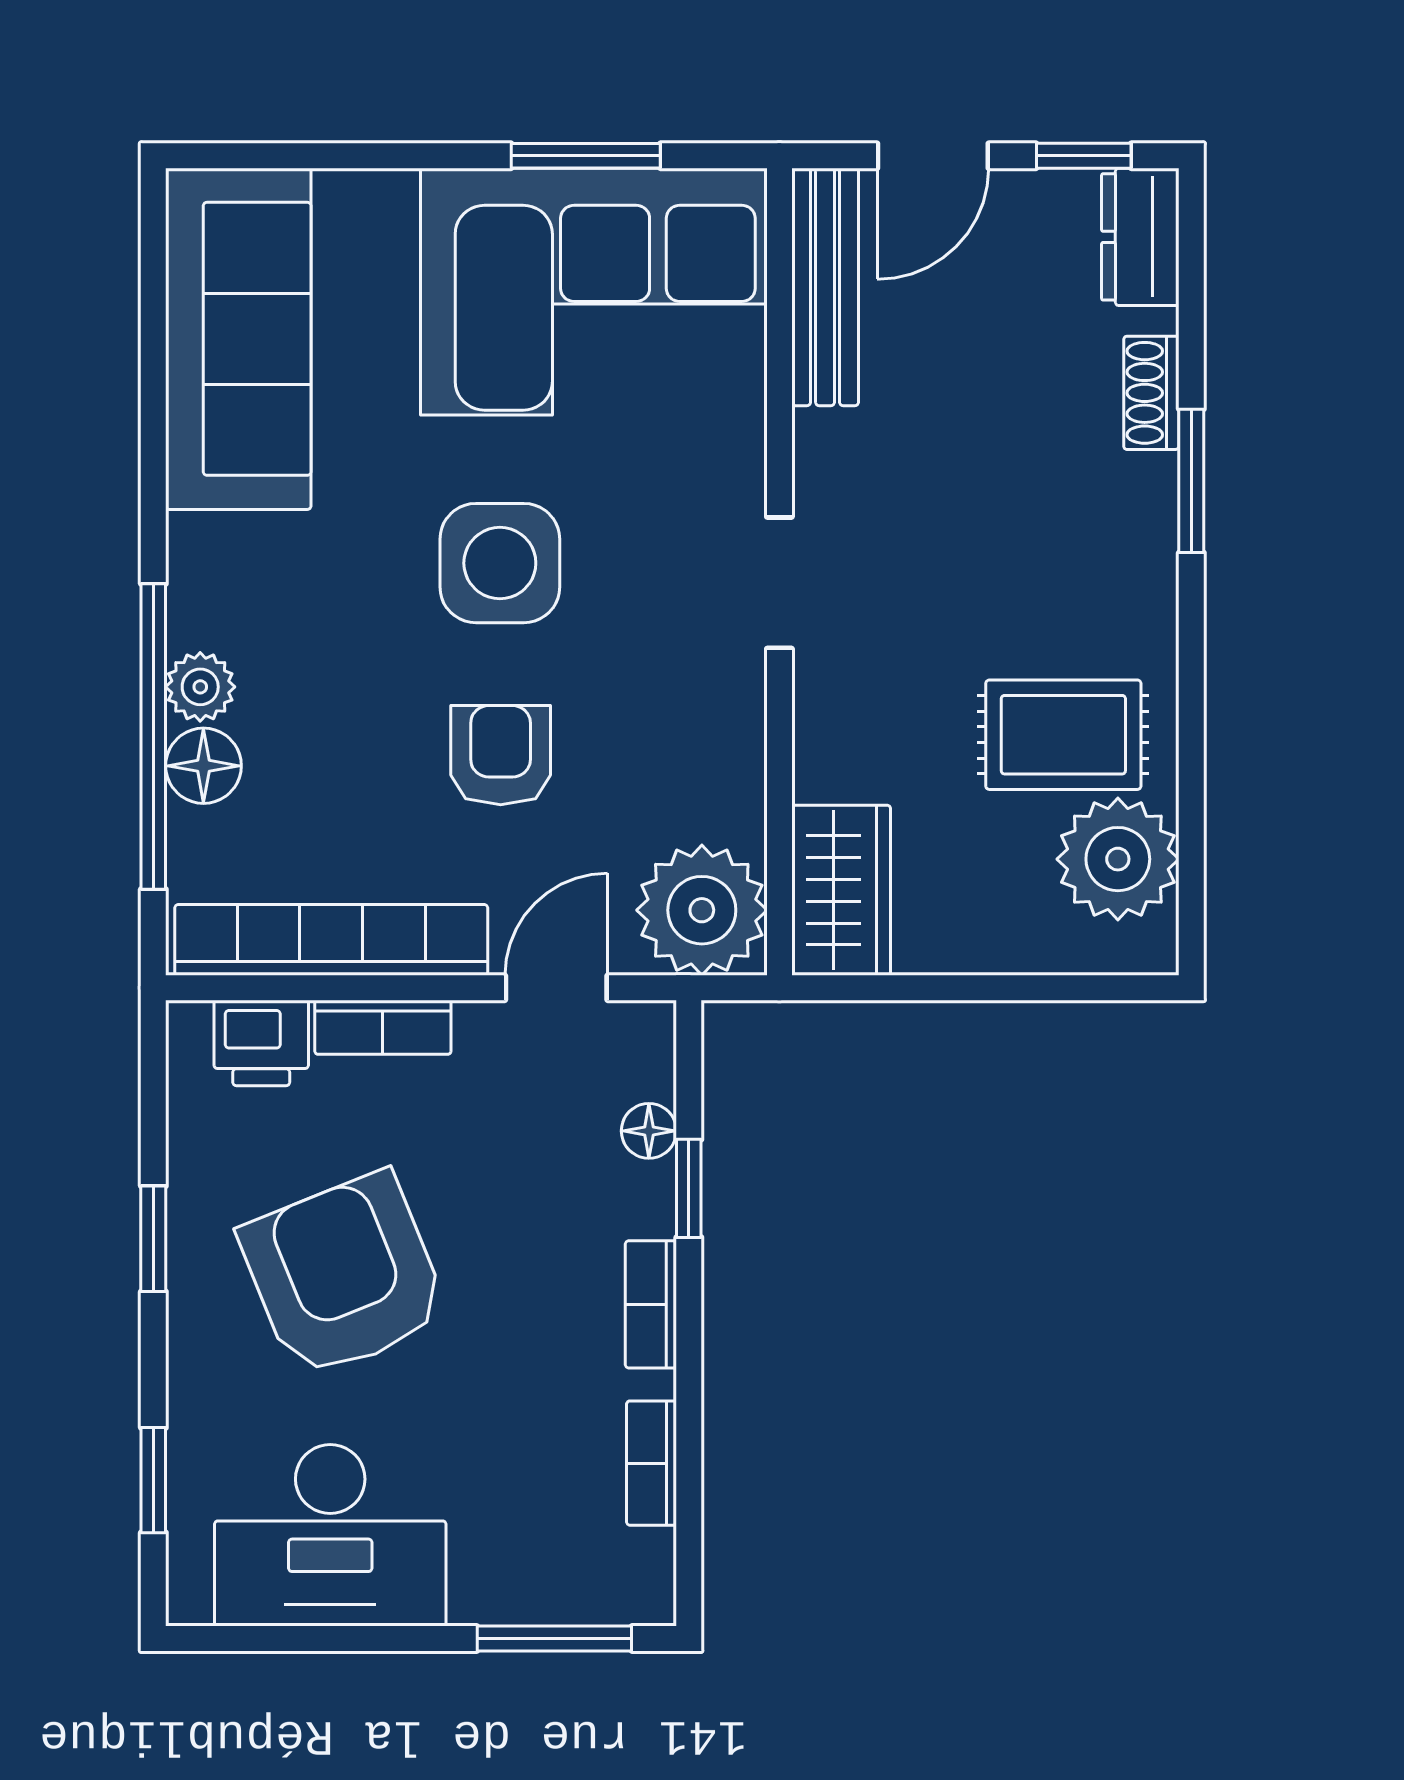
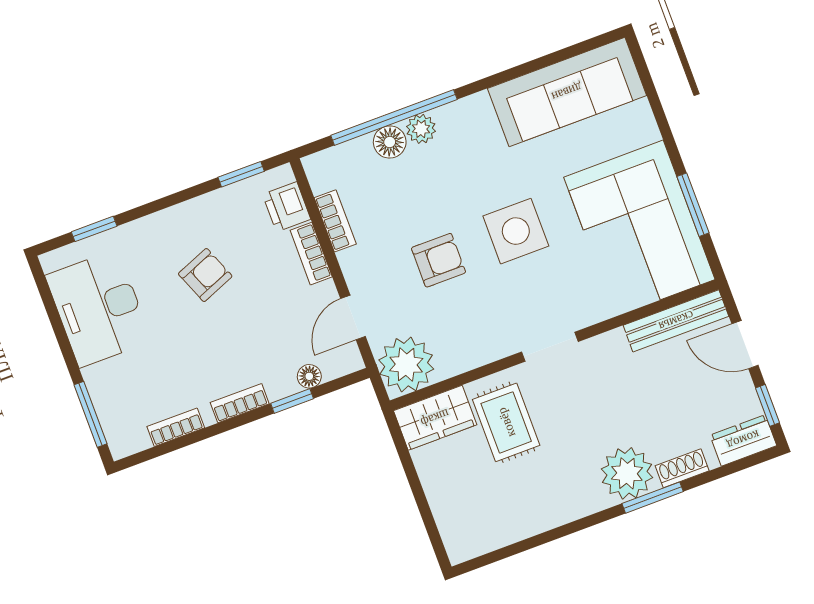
rug: (1063, 735) -> (506, 422), moved
plant: (1118, 859) -> (627, 473), moved
bookcase: (331, 940) -> (335, 221), width x0.43, depth x0.76
door: (556, 988) -> (353, 318), swing flipped
window: (153, 1239) -> (241, 174), moved
armchair: (344, 1276) -> (205, 275), width x0.53, depth x0.53

